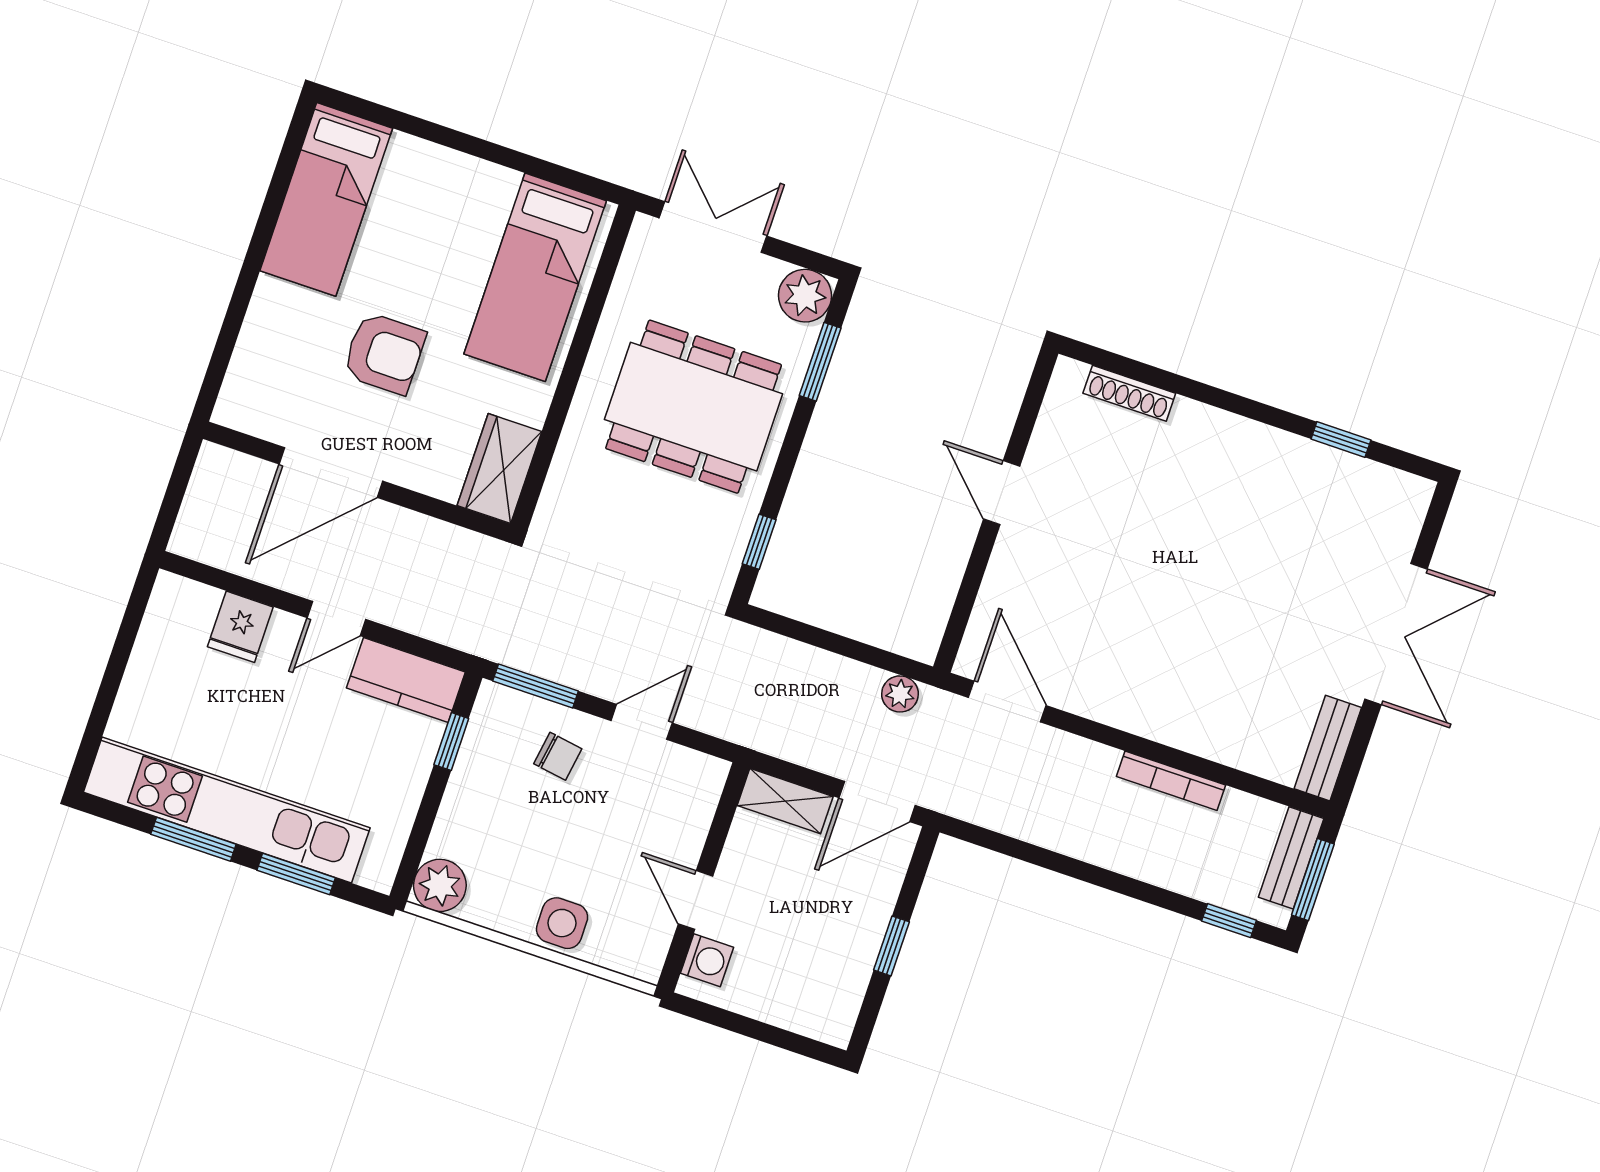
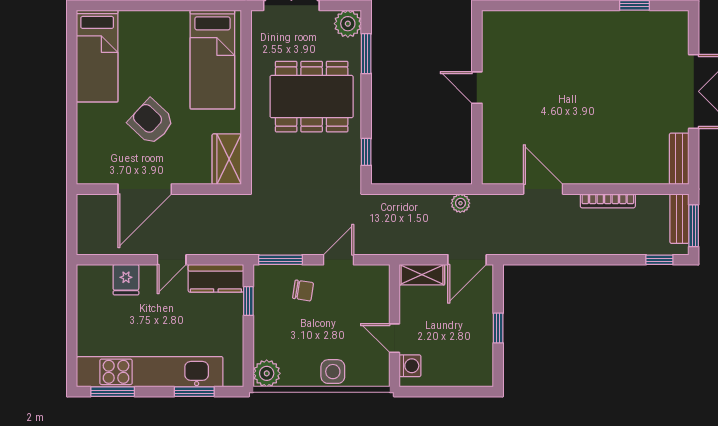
armchair: (384, 353) -> (151, 122), turned -137
shoe rack: (1129, 393) -> (523, 18), removed
door: (1007, 701) -> (543, 189), moved
window: (193, 839) -> (113, 392), moved

